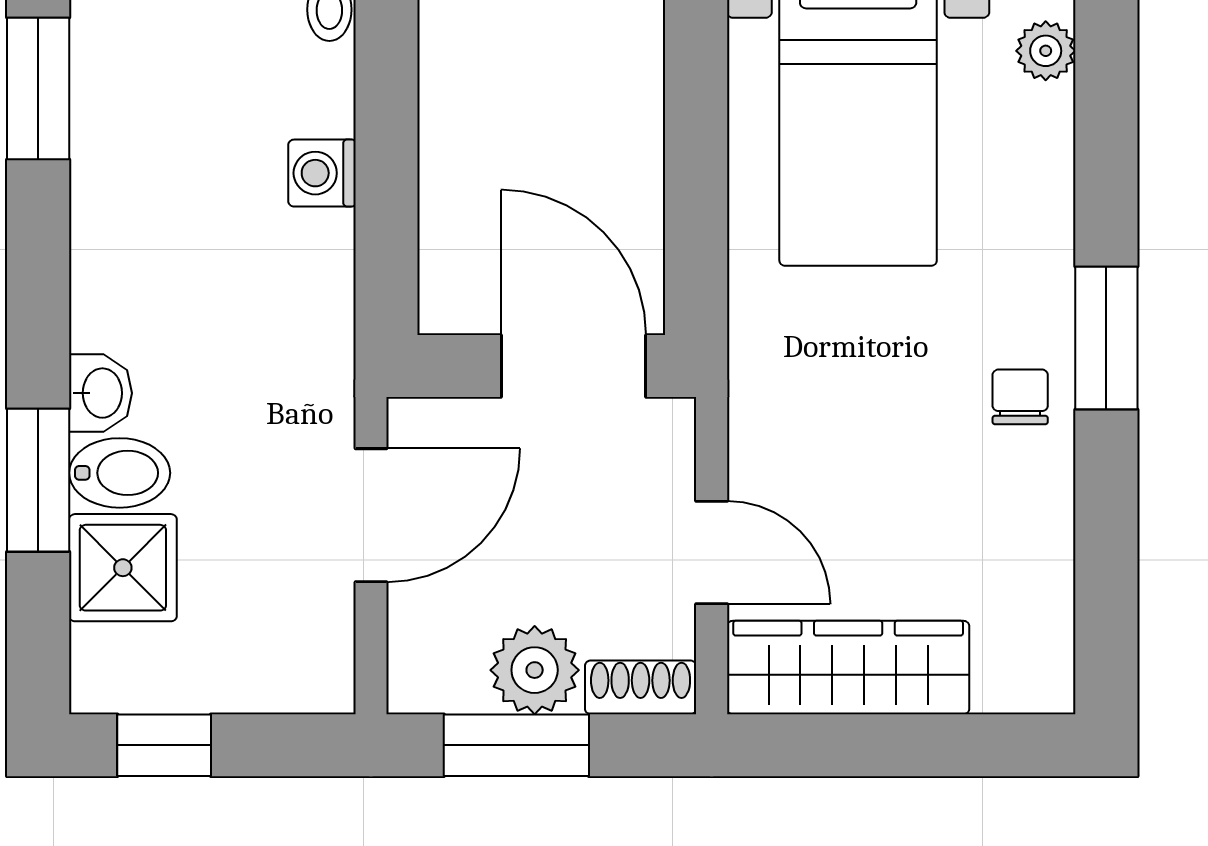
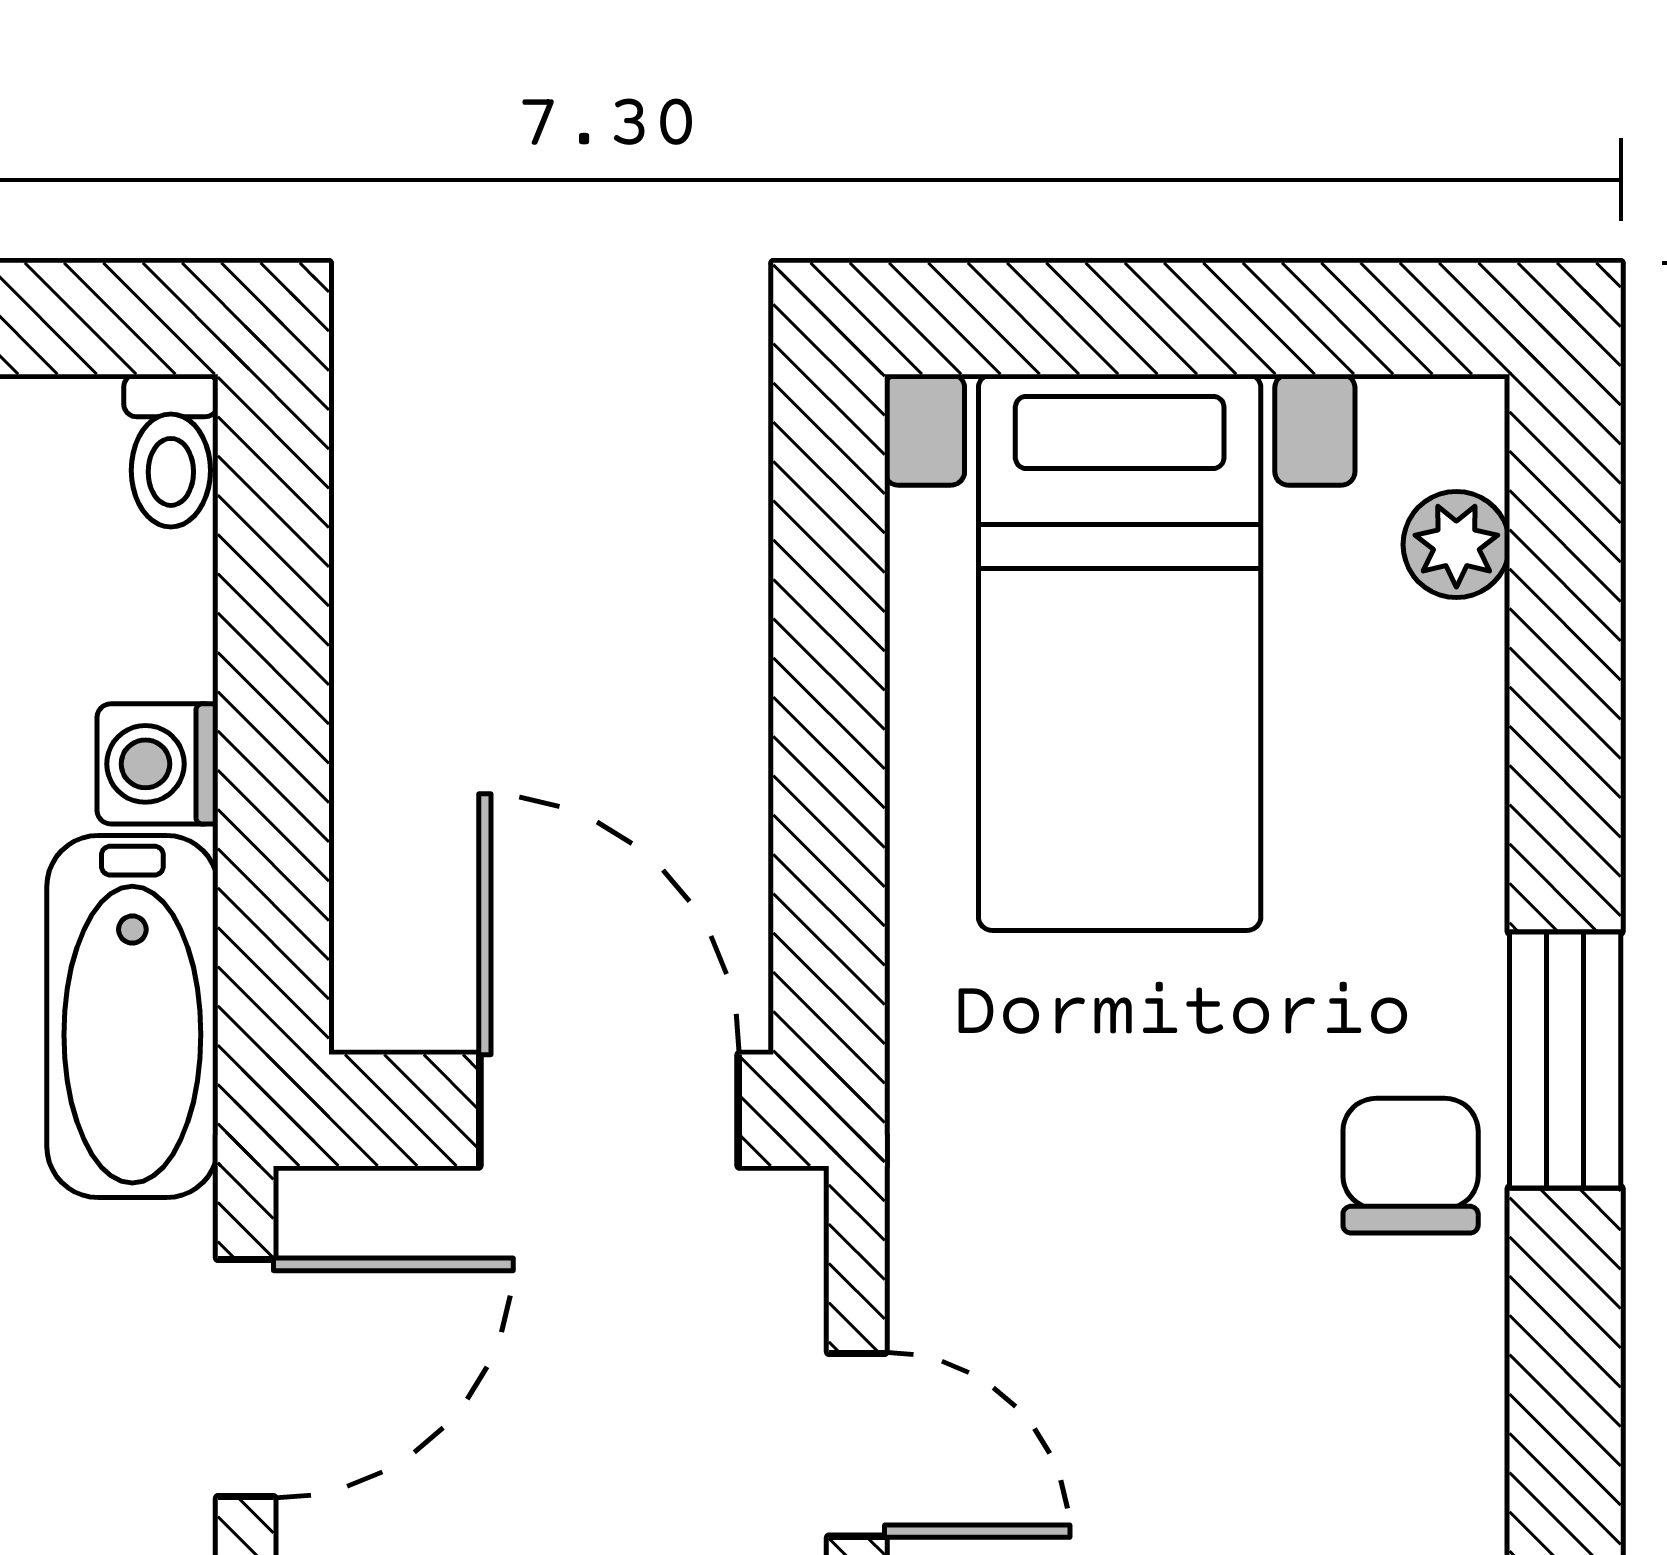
bathtub: (308, 314) -> (132, 1016), added
chair: (1020, 397) -> (1411, 1166), width x1.37, depth x1.37

